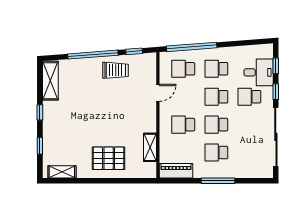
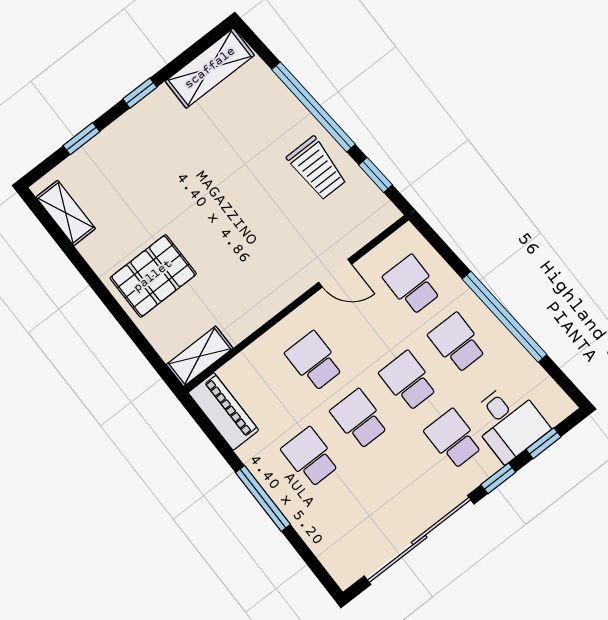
window: (192, 47) -> (505, 317), moved
shelving: (150, 147) -> (200, 356), moved
pallet: (109, 158) -> (153, 276), turned 90

